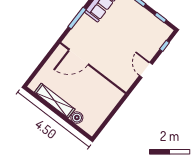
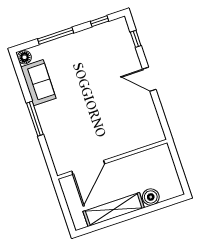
door: (79, 57) -> (88, 167), moved
wall: (93, 68) -> (112, 159), moved

